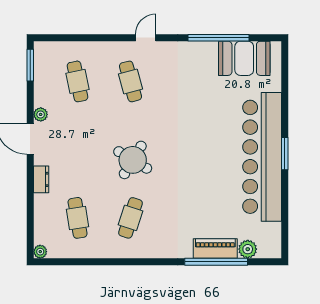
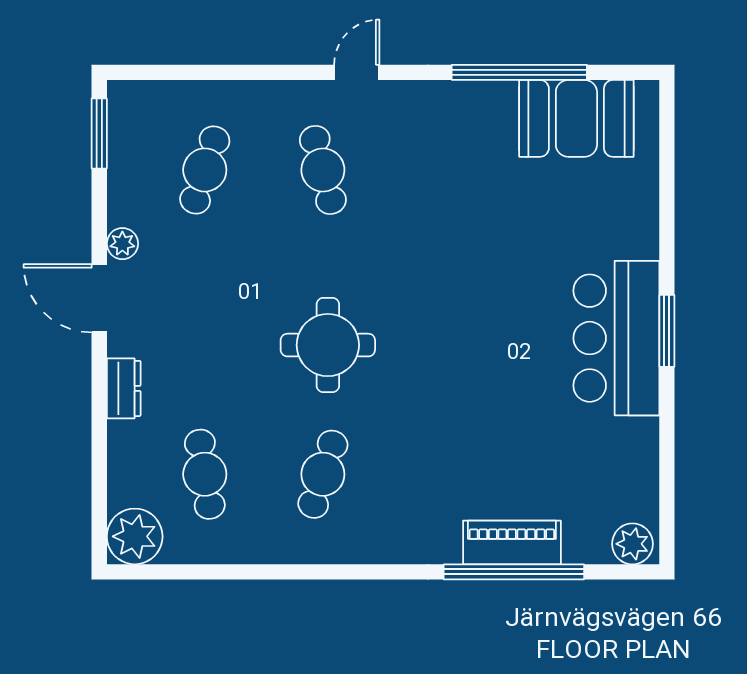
cafe table: (78, 81) -> (205, 170), turned 30
bar counter: (262, 157) -> (616, 338), width x0.54
round table: (133, 160) -> (328, 345), turned -31
plant: (248, 249) -> (632, 544), moved
plant: (40, 252) -> (135, 536), width x1.88, depth x1.88

